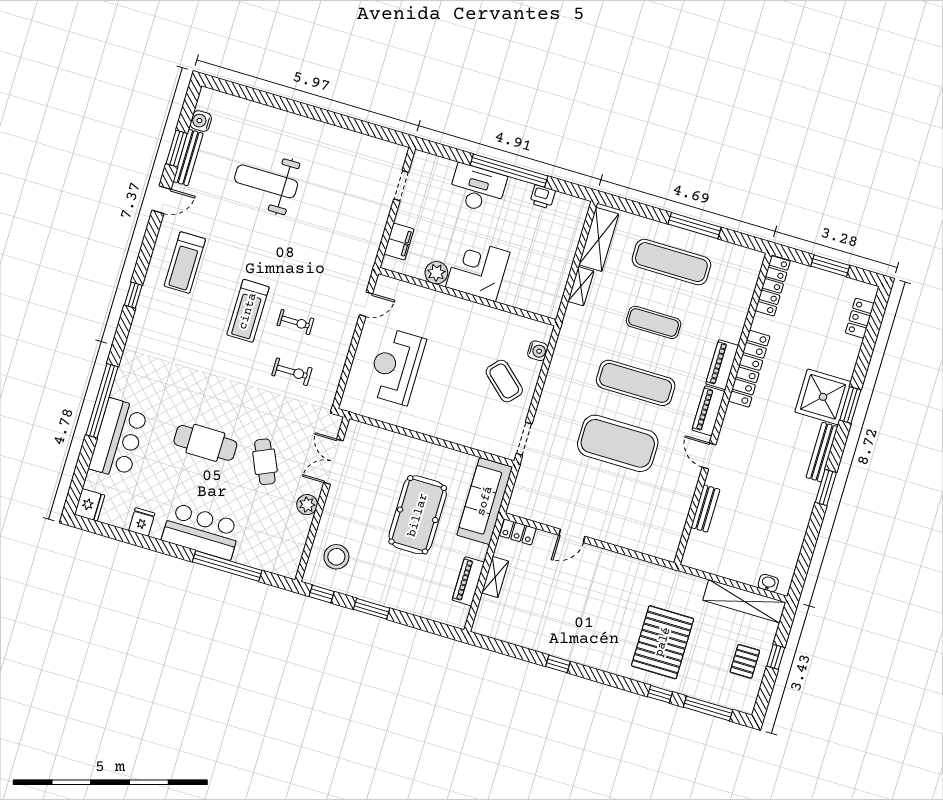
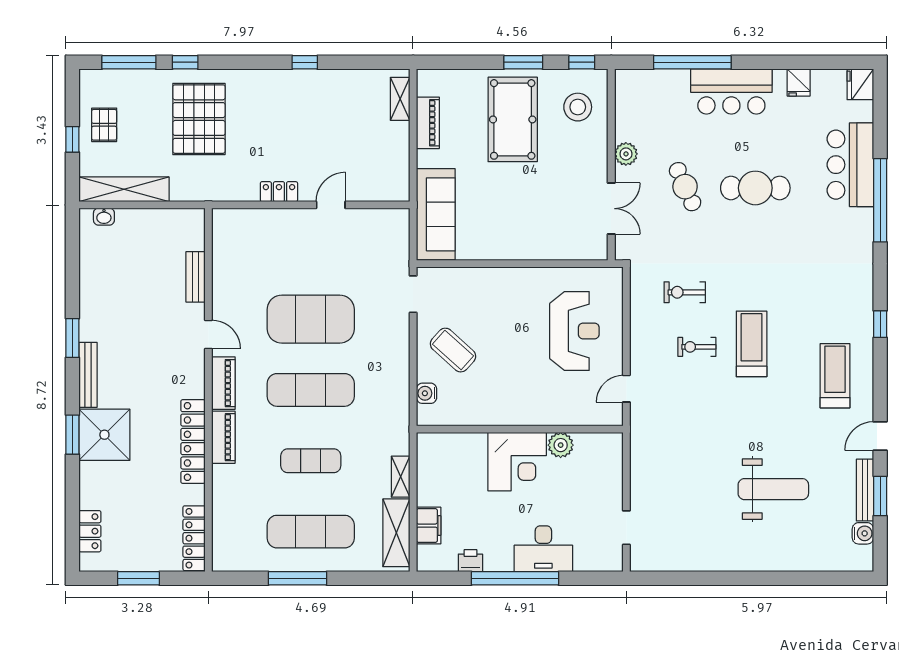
filing cabinet: (399, 241) -> (429, 526), moved, turned 180
pool table: (418, 515) -> (513, 119), moved
locker: (518, 532) -> (279, 192), moved
shelving: (495, 577) -> (400, 99), moved

